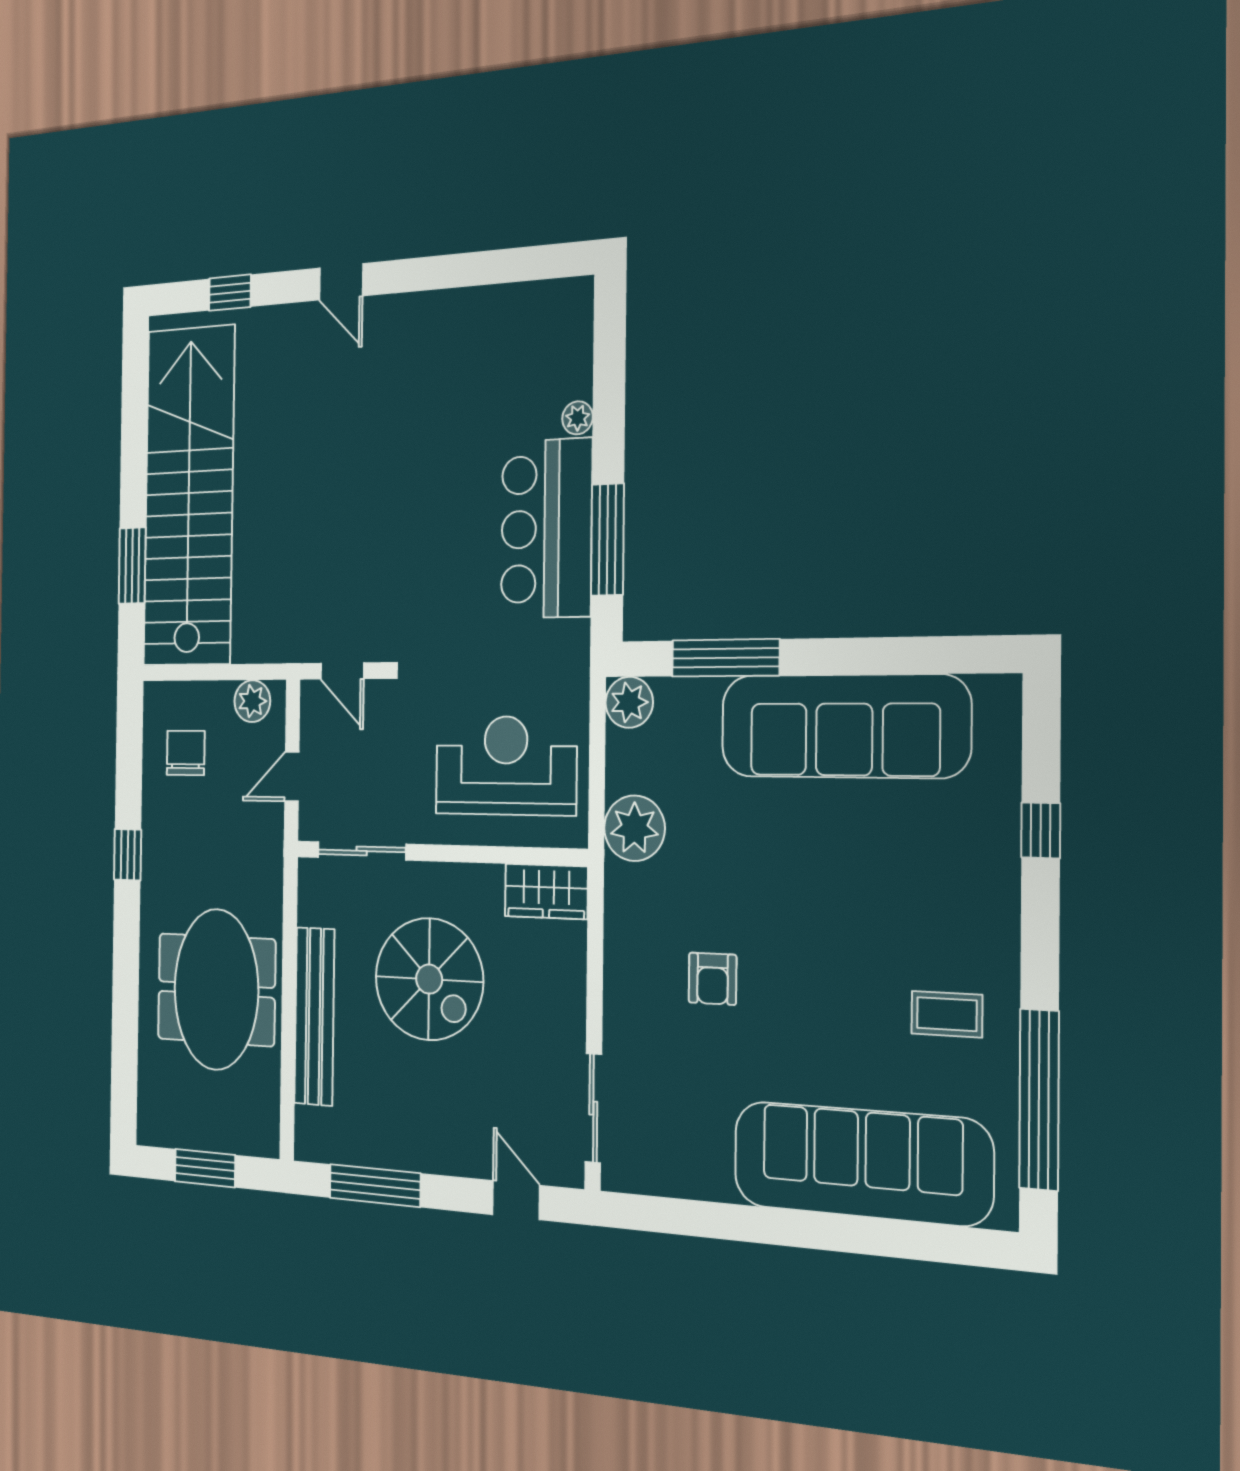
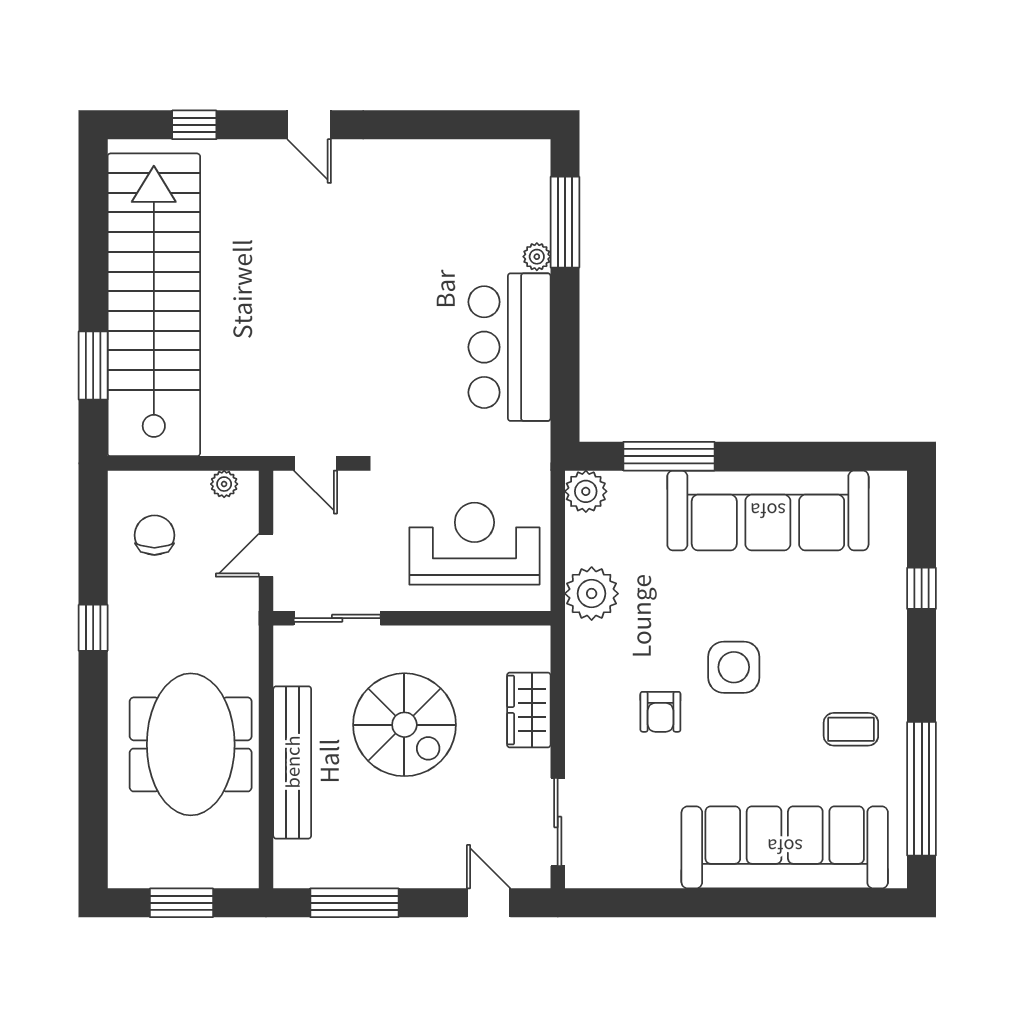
window: (607, 540) -> (565, 222), moved
plant: (252, 701) -> (224, 484), width x0.73, depth x0.73
wardrobe: (546, 891) -> (529, 710), moved, turned 90
side table: (801, 926) -> (734, 667), added

